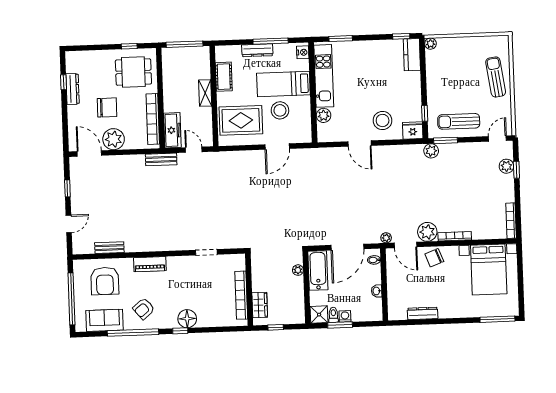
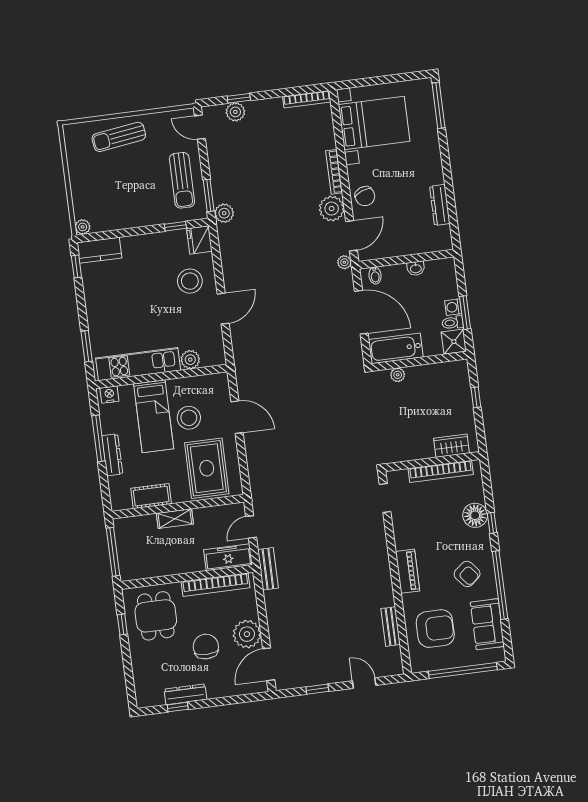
wall: (249, 289) -> (432, 462), moved
bookcase: (241, 295) -> (441, 471), moved
wardrobe: (260, 305) -> (451, 446), moved

